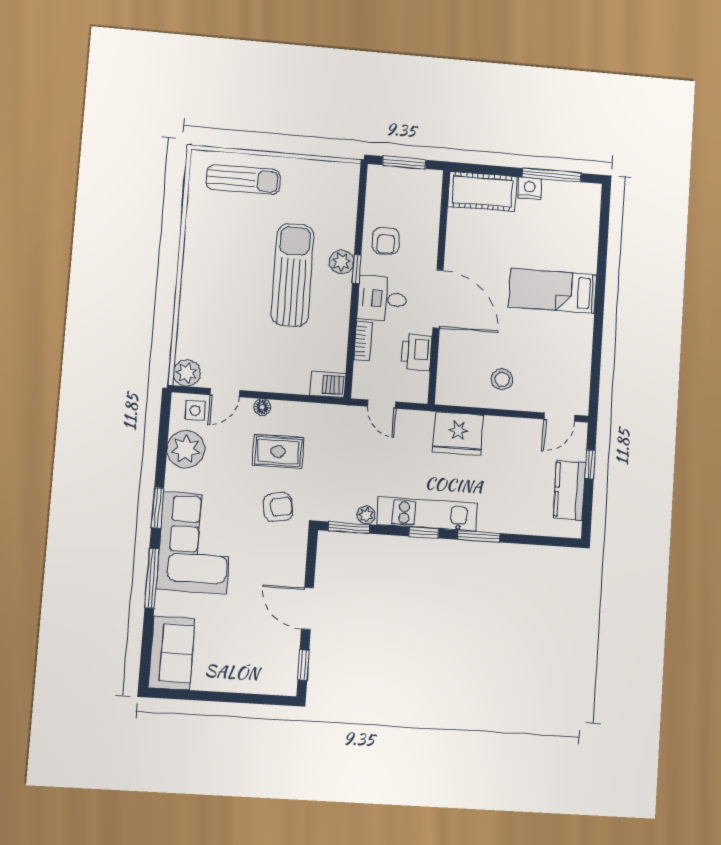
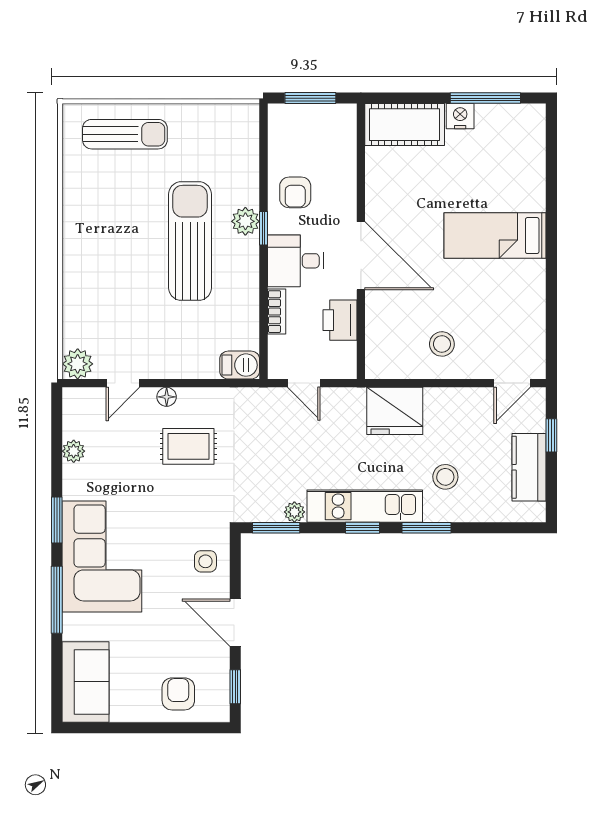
side table: (195, 411) -> (205, 561), moved
plant: (186, 449) -> (74, 451), width x0.53, depth x0.53
stool: (498, 493) -> (445, 477), added
armchair: (278, 507) -> (178, 694), moved, turned -81

